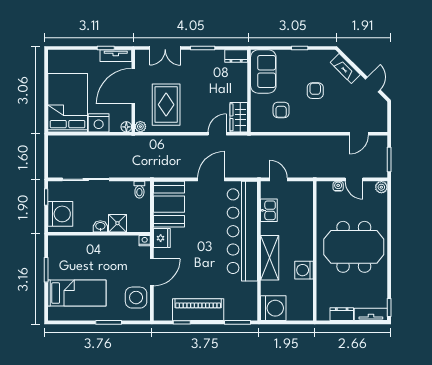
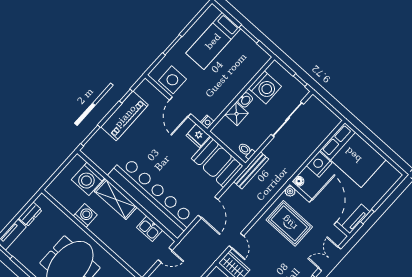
bench: (152, 172) -> (251, 170), added
washing machine: (60, 214) -> (265, 87), moved, turned -90
washing machine: (273, 308) -> (88, 179), moved

